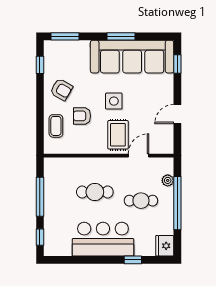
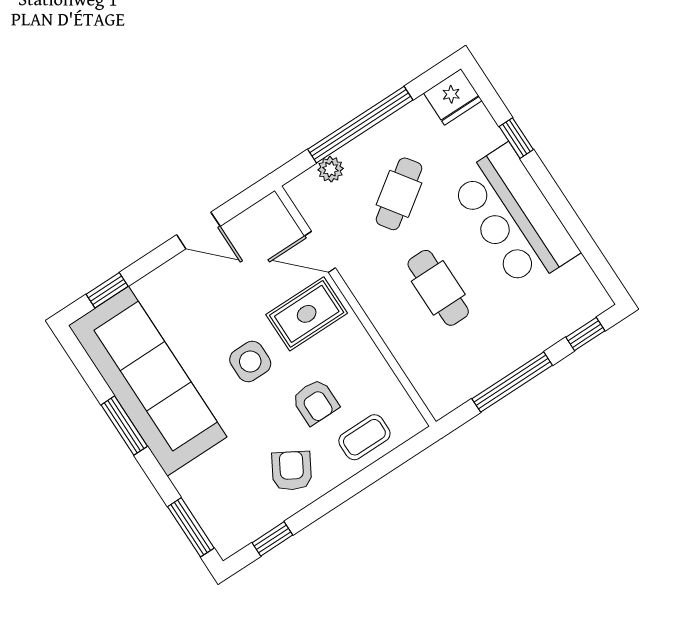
cafe table: (141, 201) -> (399, 194), turned 55

